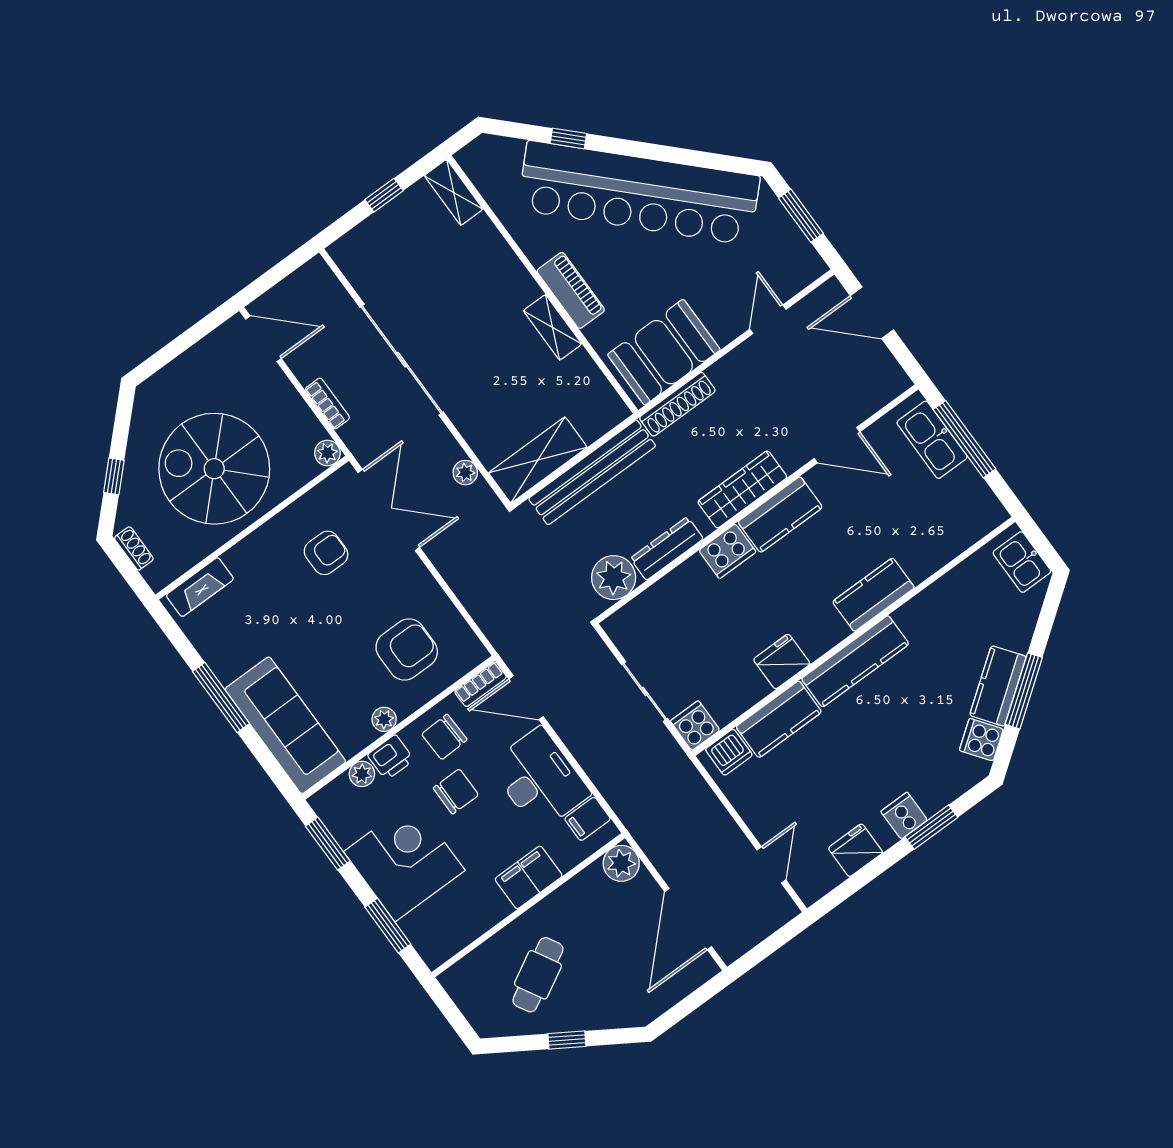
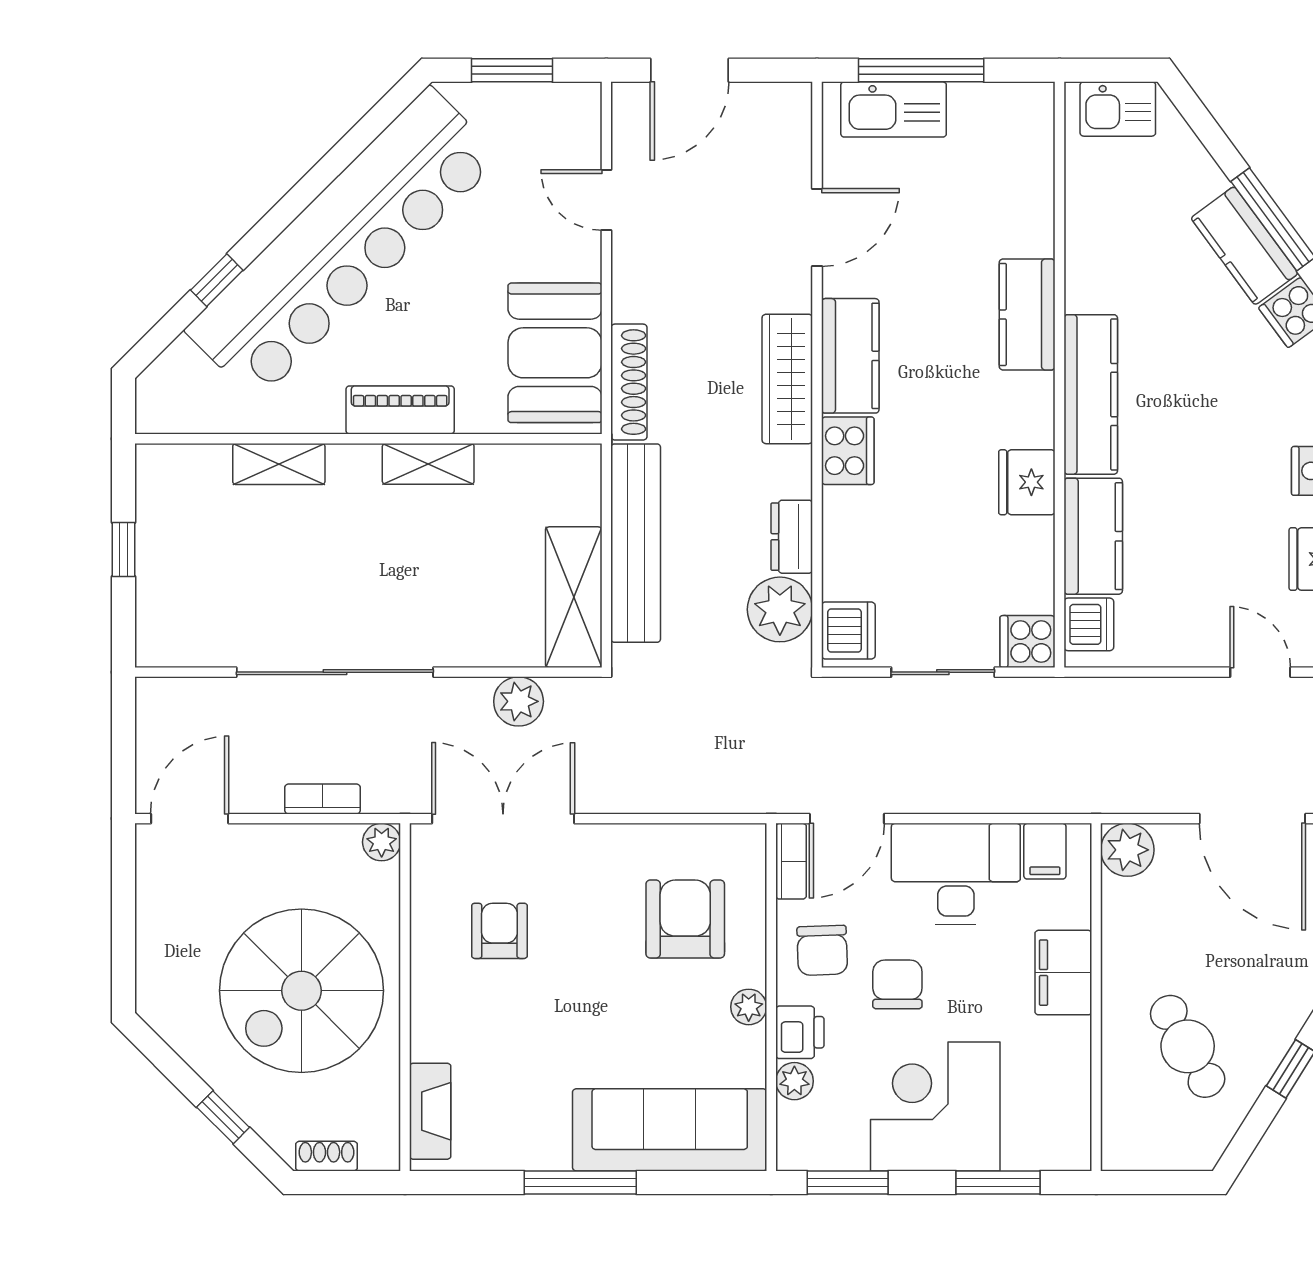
shelving: (454, 192) -> (279, 464), moved
plant: (465, 473) -> (519, 701), width x1.38, depth x1.38
dresser: (667, 549) -> (792, 537), width x0.70
dishwasher: (629, 623) -> (848, 631), added

